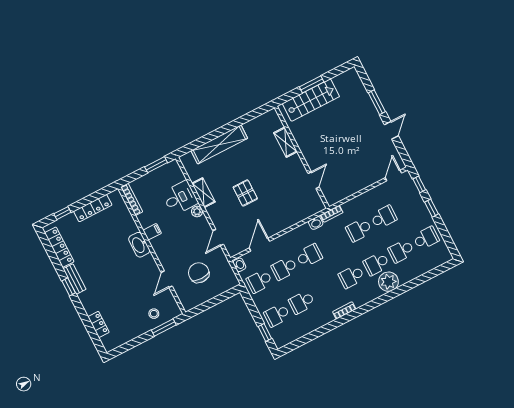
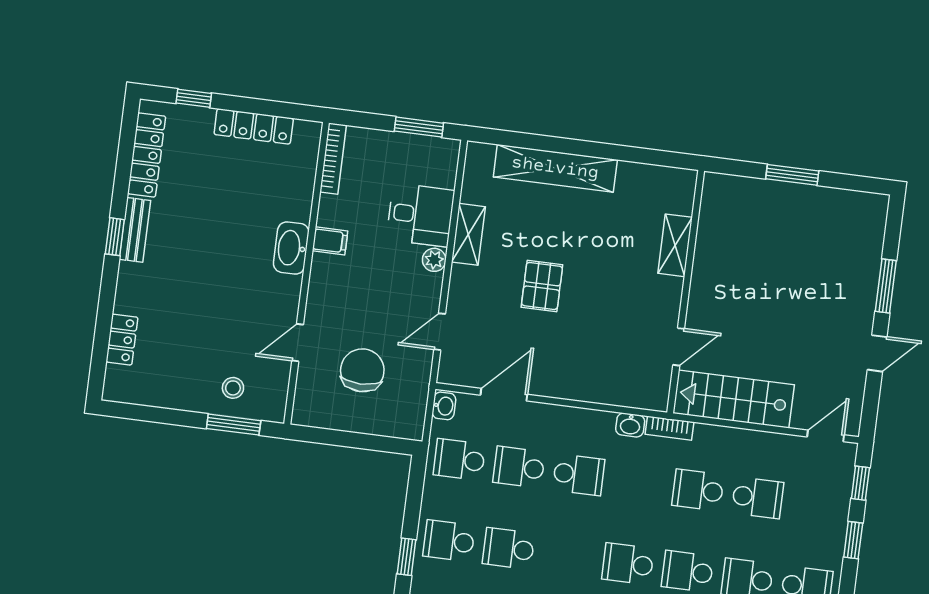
stairs: (311, 100) -> (734, 399), moved, turned 180

